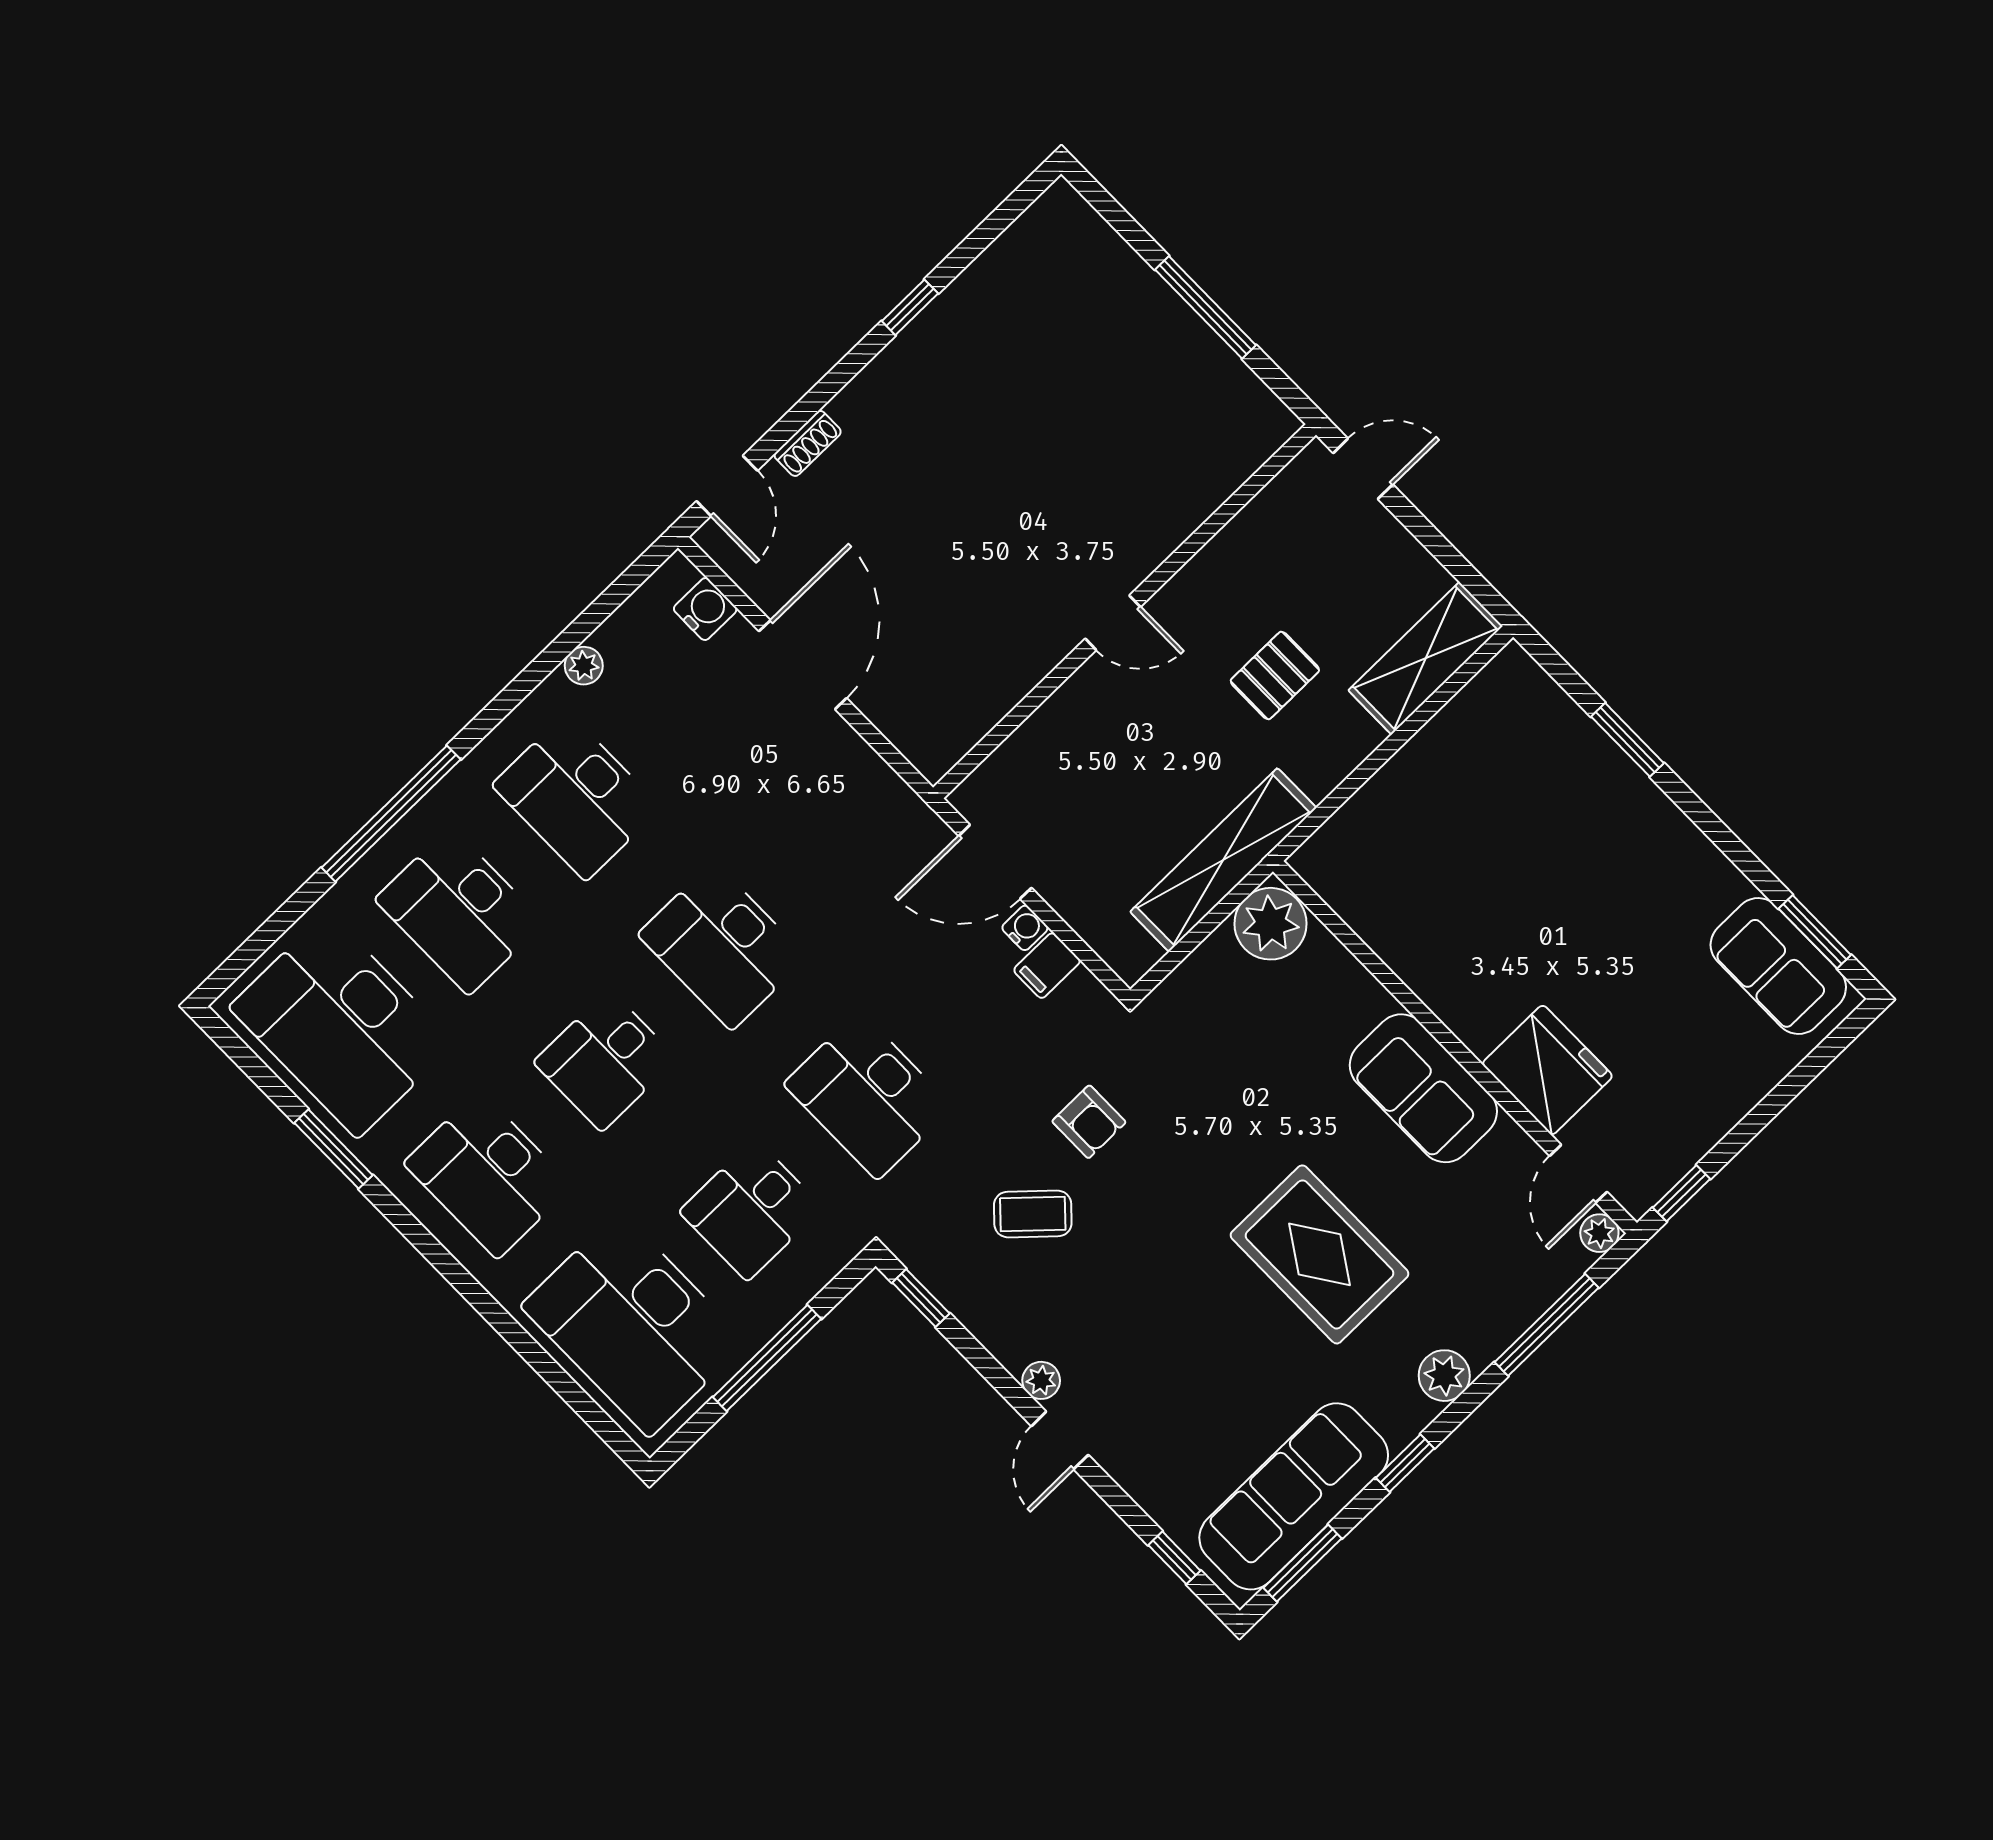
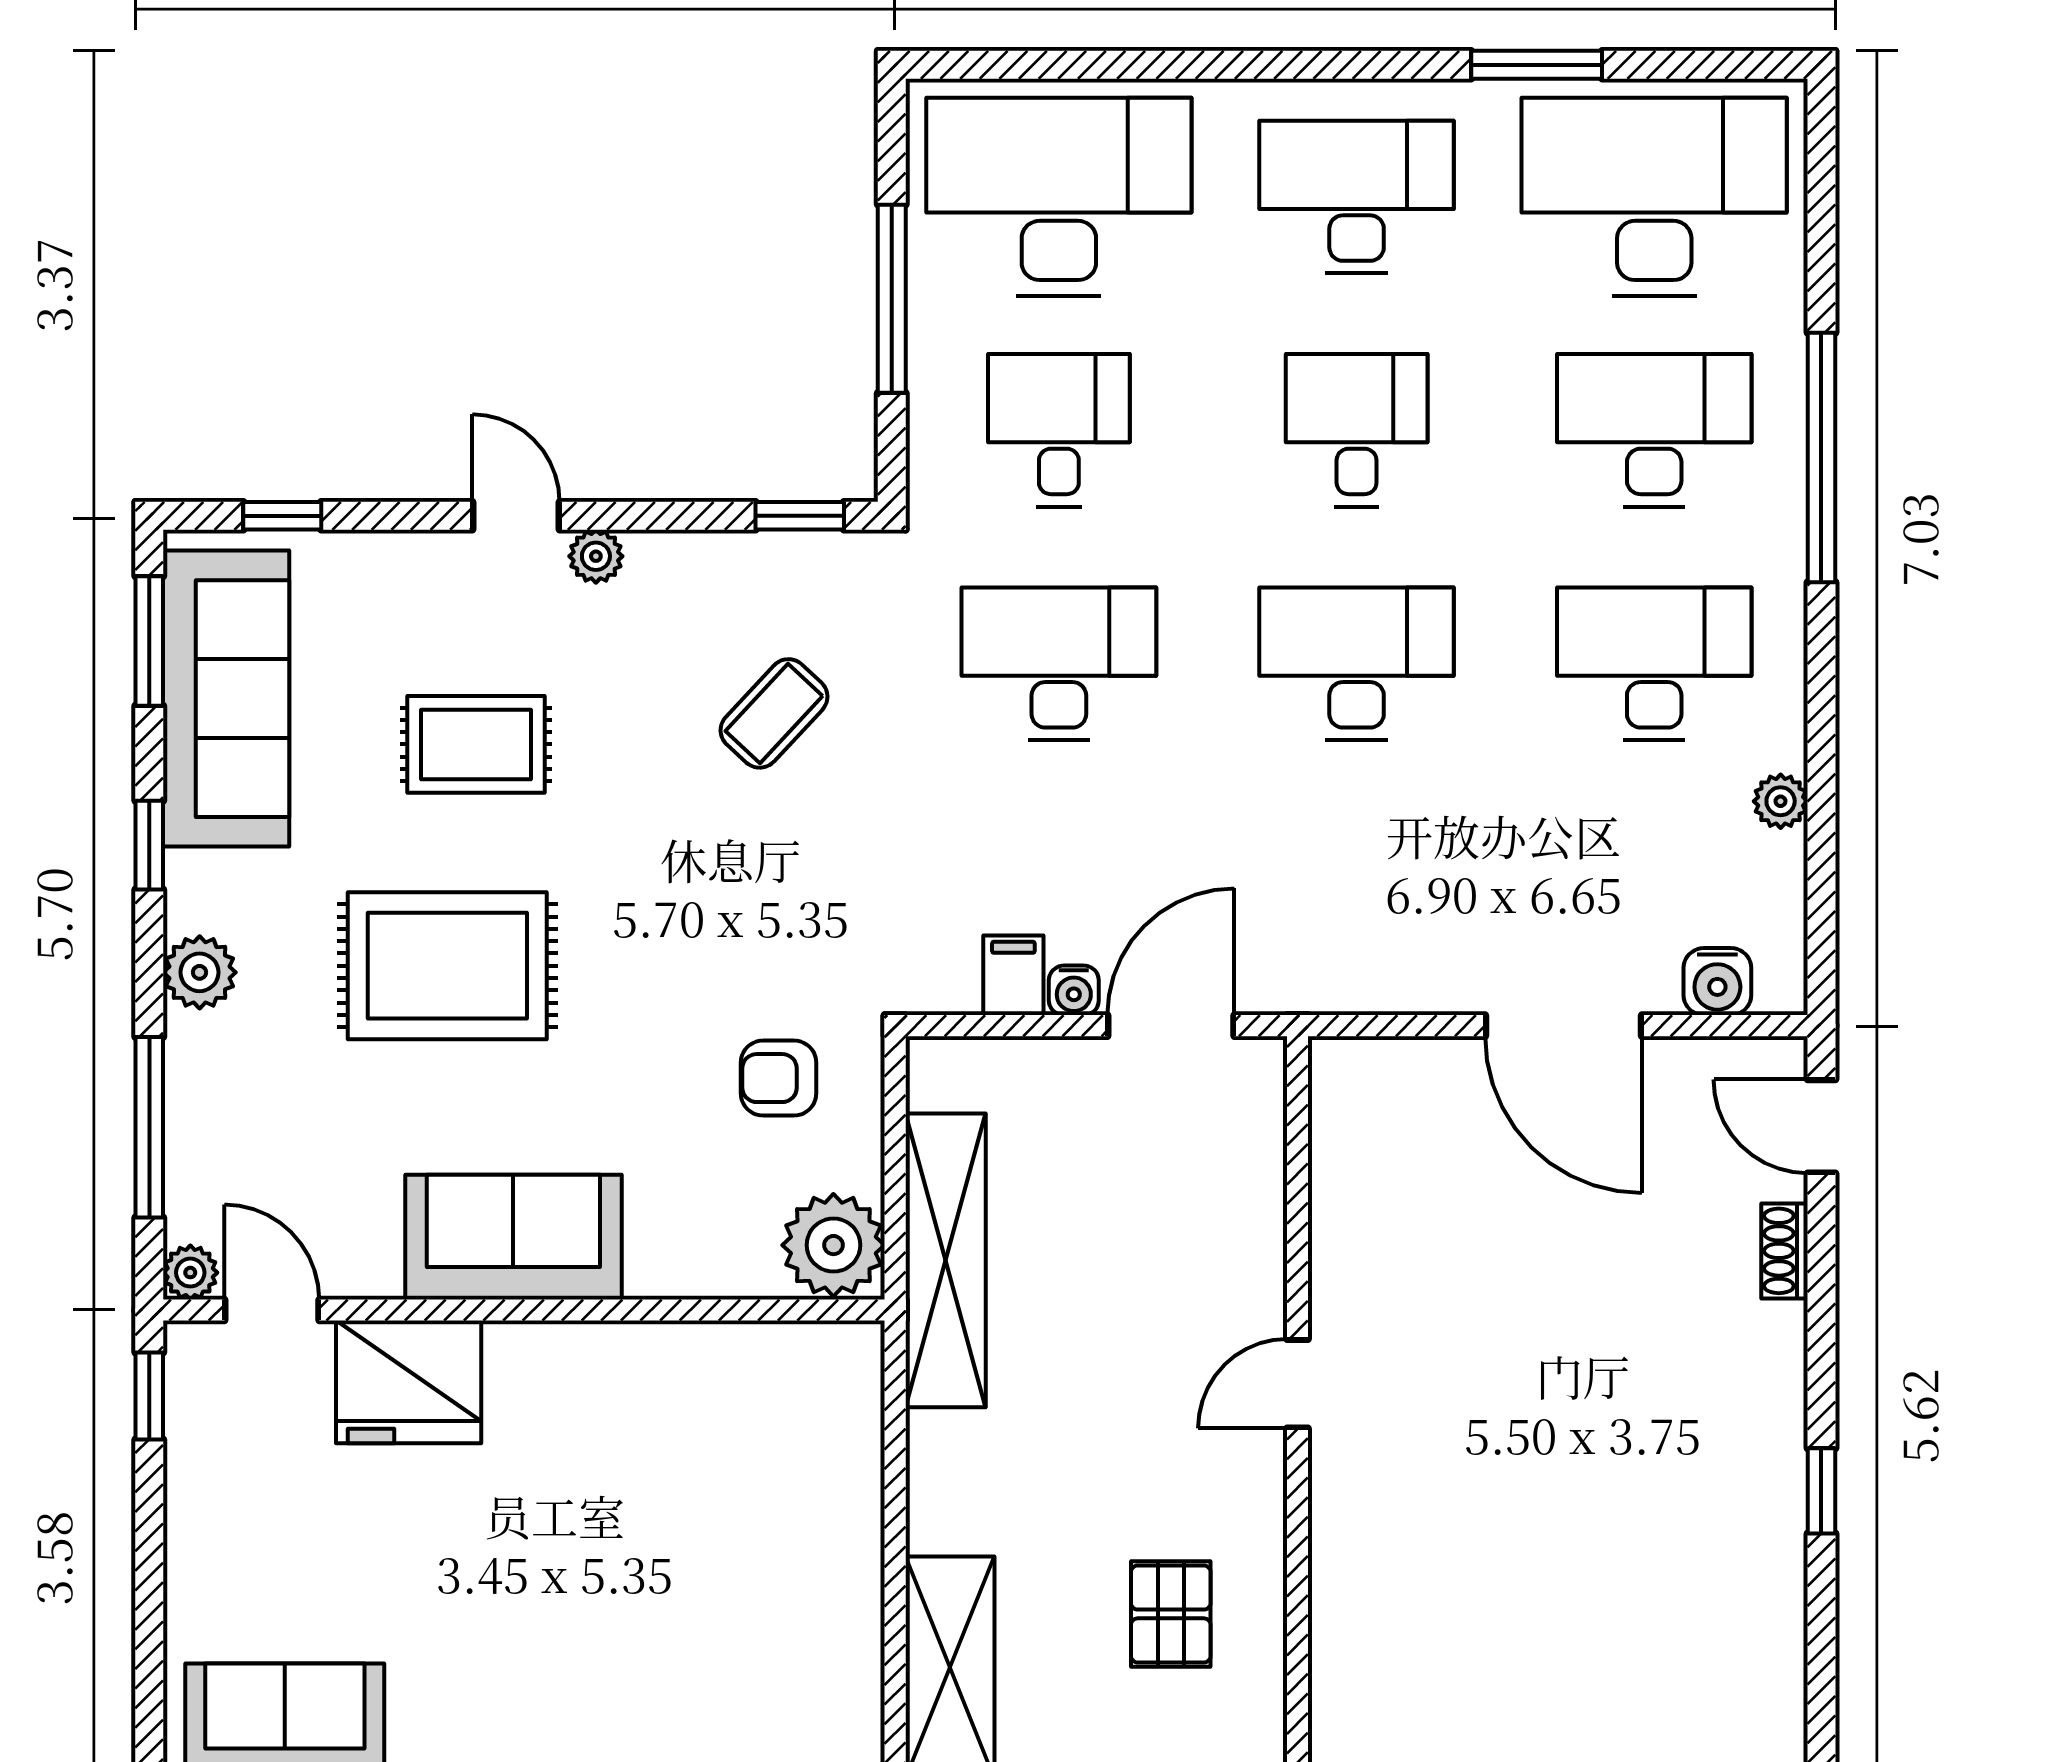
pallet: (1275, 675) -> (1171, 1614), moved
armchair: (1089, 1122) -> (779, 1078), moved
rug: (1194, 1348) -> (476, 744), added

